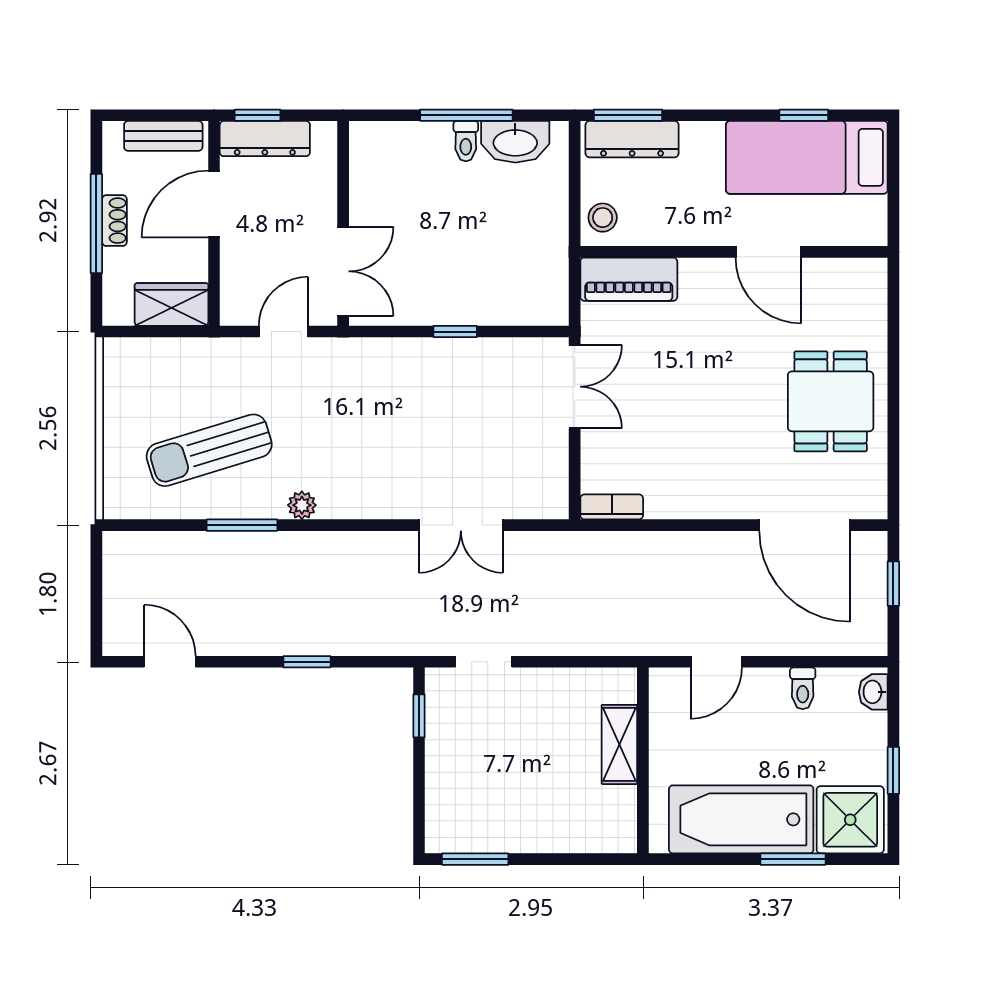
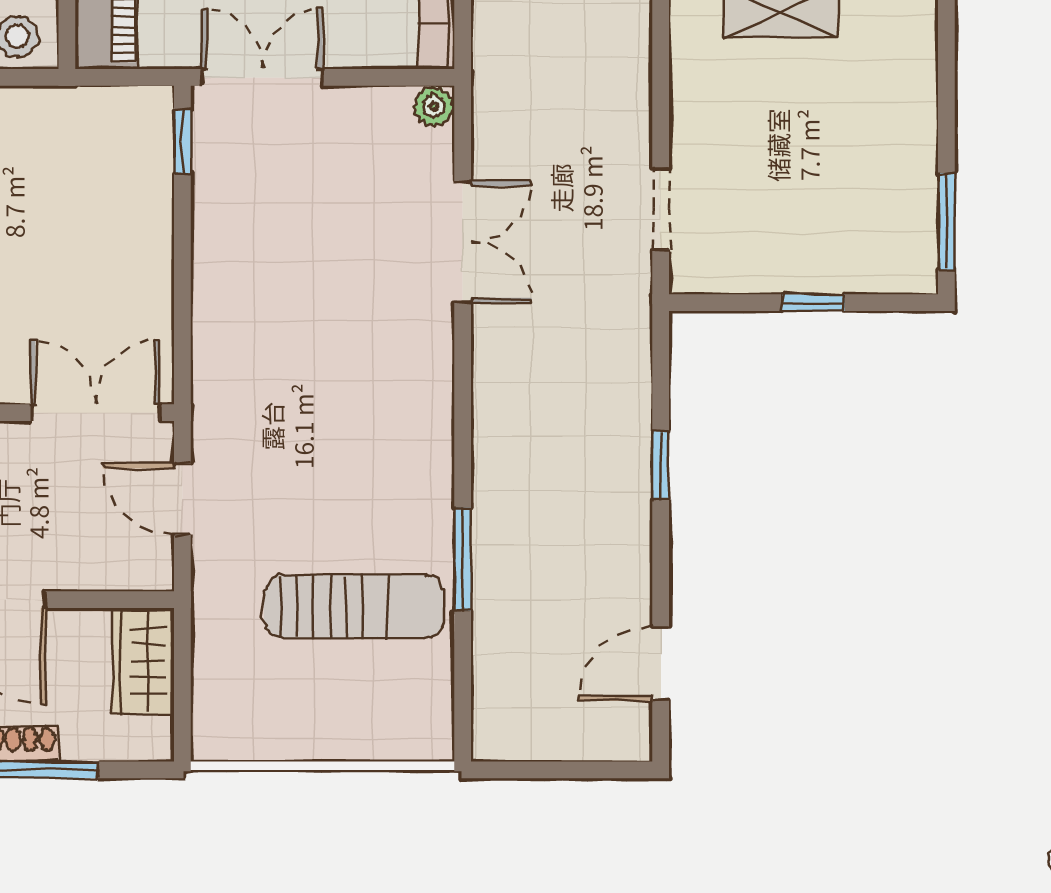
window: (455, 332) -> (182, 142), moved
sun lounger: (209, 450) -> (354, 607), turned -73
plant: (302, 505) -> (434, 106), moved
window: (419, 716) -> (813, 303), moved

